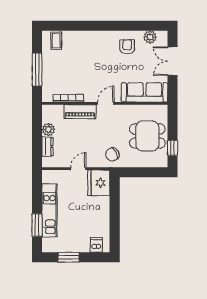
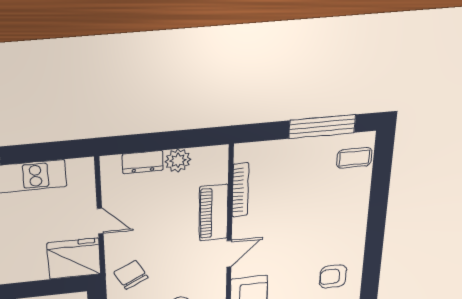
armchair: (127, 47) -> (333, 277), turned 180
window: (37, 70) -> (322, 127), moved
door: (106, 103) -> (229, 254), hinge flipped

